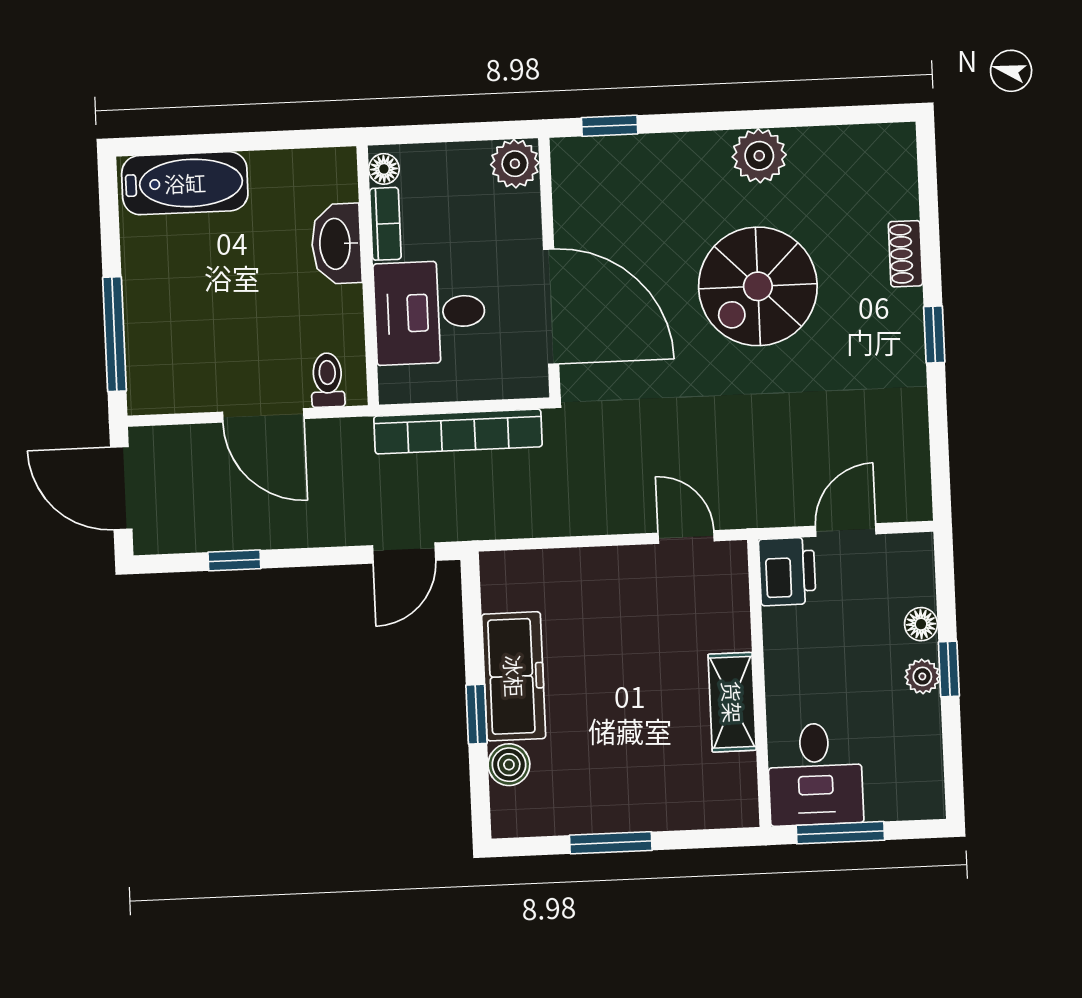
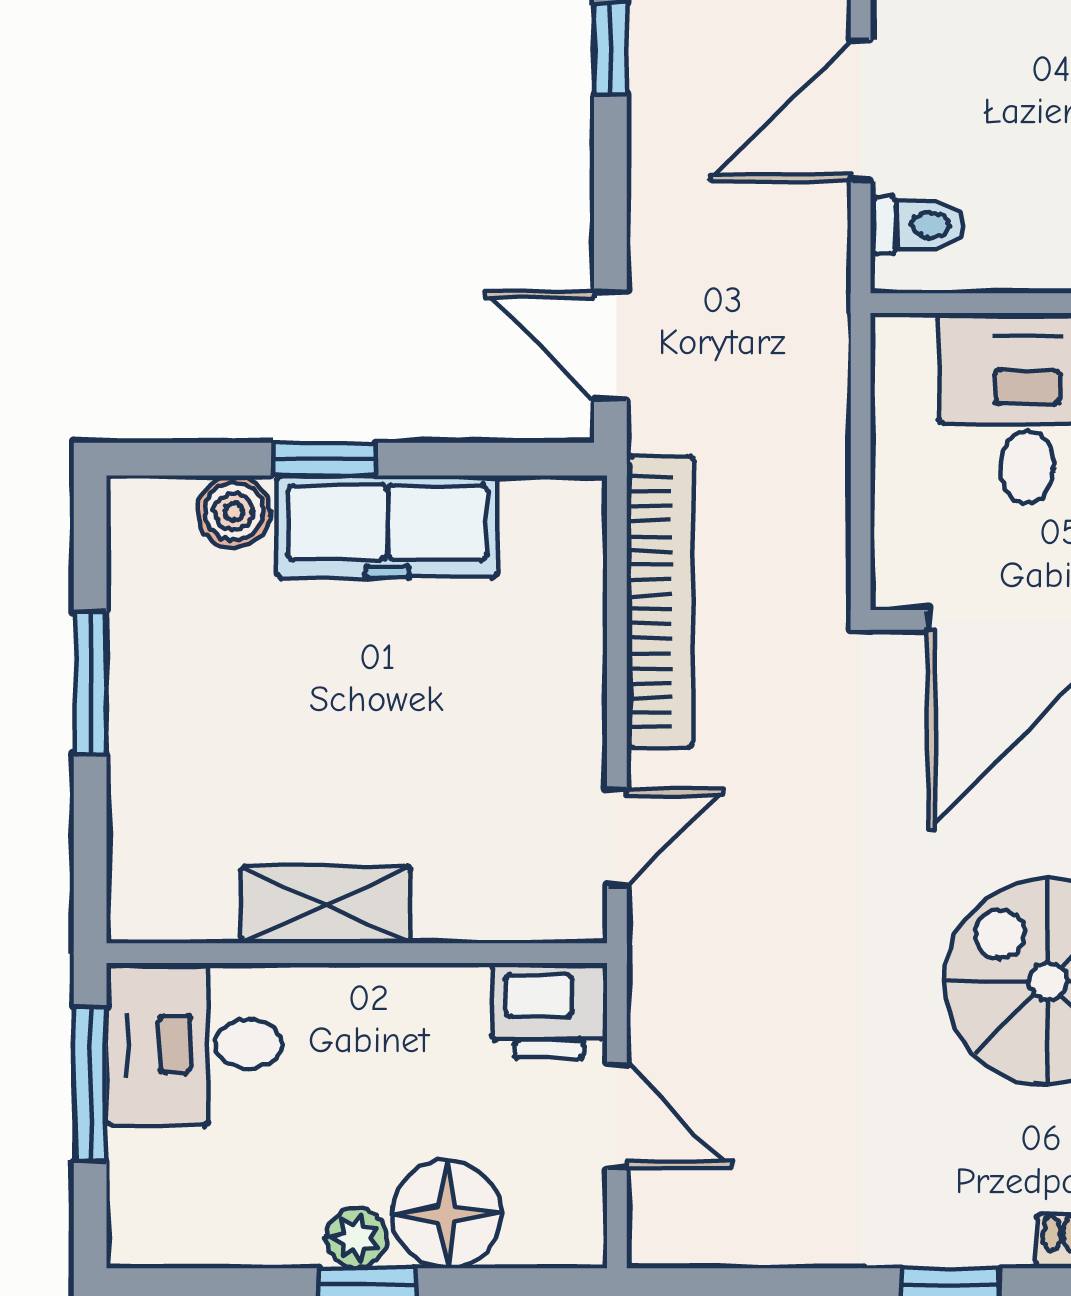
bookcase: (458, 431) -> (660, 602), moved, turned 180
floor lamp: (921, 624) -> (447, 1214), width x1.89, depth x1.89

